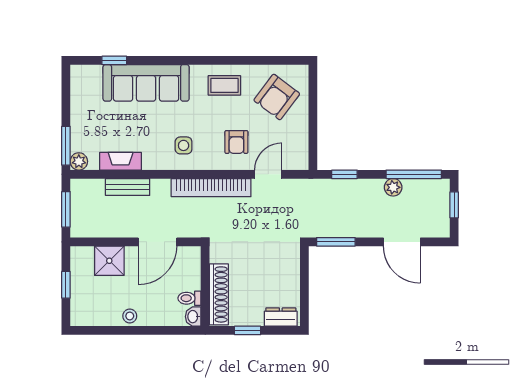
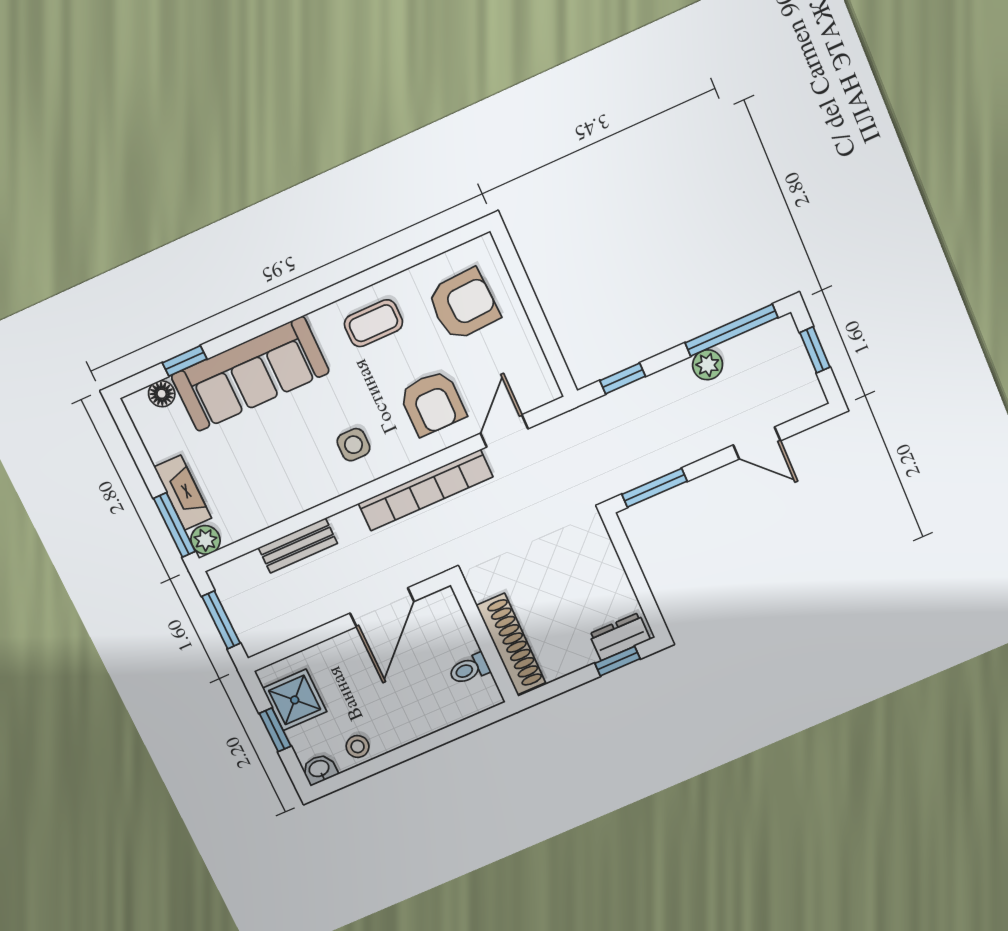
floor lamp: (94, 72) -> (162, 394), added
armchair: (277, 97) -> (463, 305), turned -130
armchair: (236, 142) -> (433, 403), width x1.38, depth x1.38
fireplace: (121, 161) -> (183, 493), moved, turned 90
door: (402, 242) -> (757, 443), width x0.73
shower: (109, 261) -> (295, 700), moved
stool: (130, 316) -> (358, 746), moved
washbasin: (193, 317) -> (319, 769), moved, turned 90
window: (248, 330) -> (618, 661), moved

